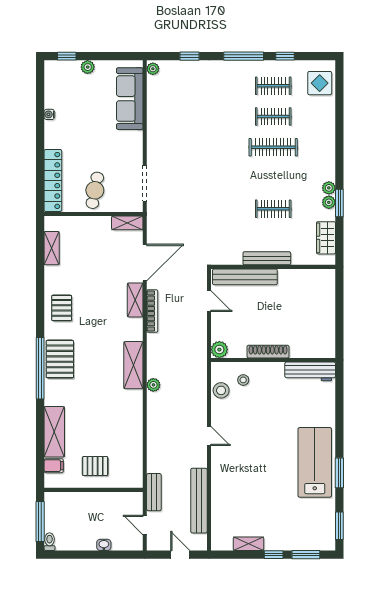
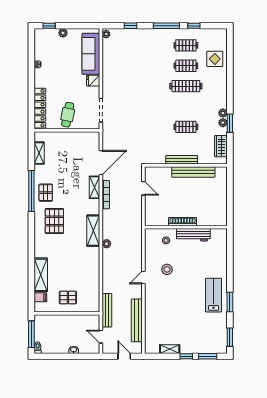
display table: (320, 83) -> (215, 59), moved
fridge: (133, 139) -> (93, 81), added
shelving: (127, 223) -> (89, 136), removed
bench: (245, 277) -> (193, 172), moved
plant: (219, 350) -> (150, 220), removed
pallet: (60, 359) -> (54, 221), moved
window: (40, 368) -> (31, 191), moved
workbench: (310, 371) -> (193, 235), moved
stool: (221, 390) -> (167, 269), moved
door: (209, 436) -> (143, 278), swing flipped
lab bench: (315, 462) -> (214, 295), width x0.73, depth x0.72
bench: (154, 492) -> (107, 310), width x1.36

